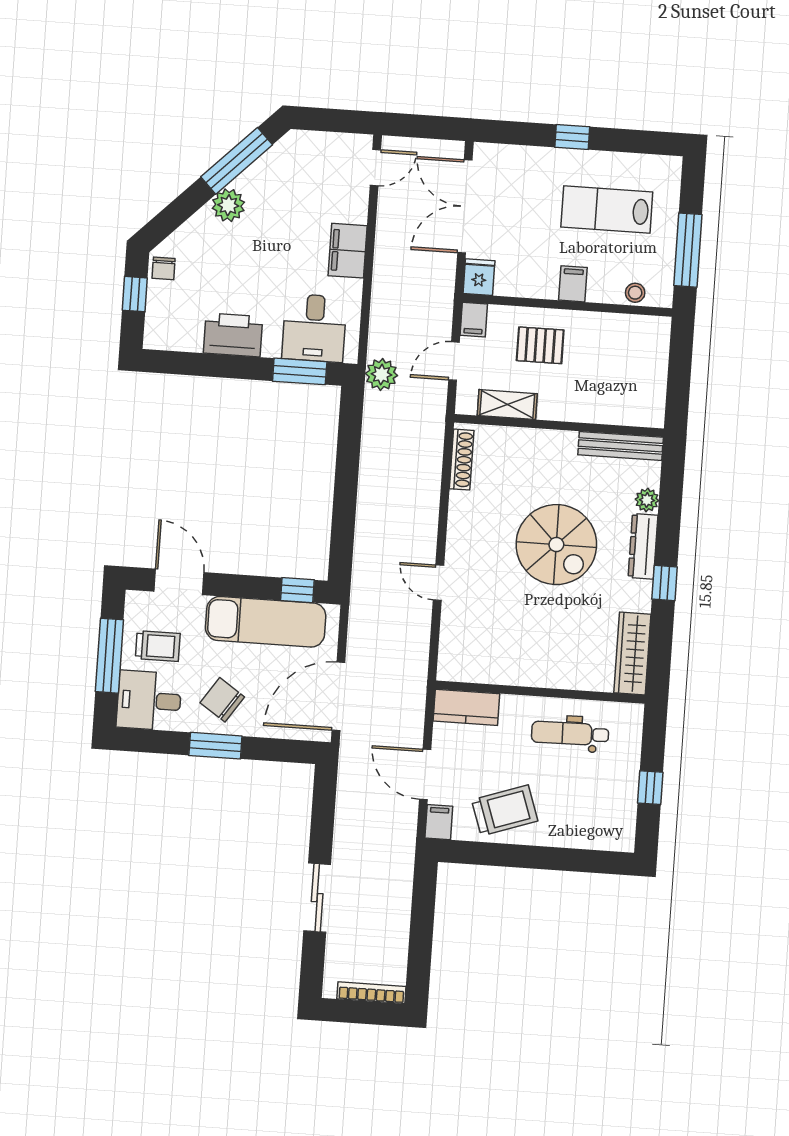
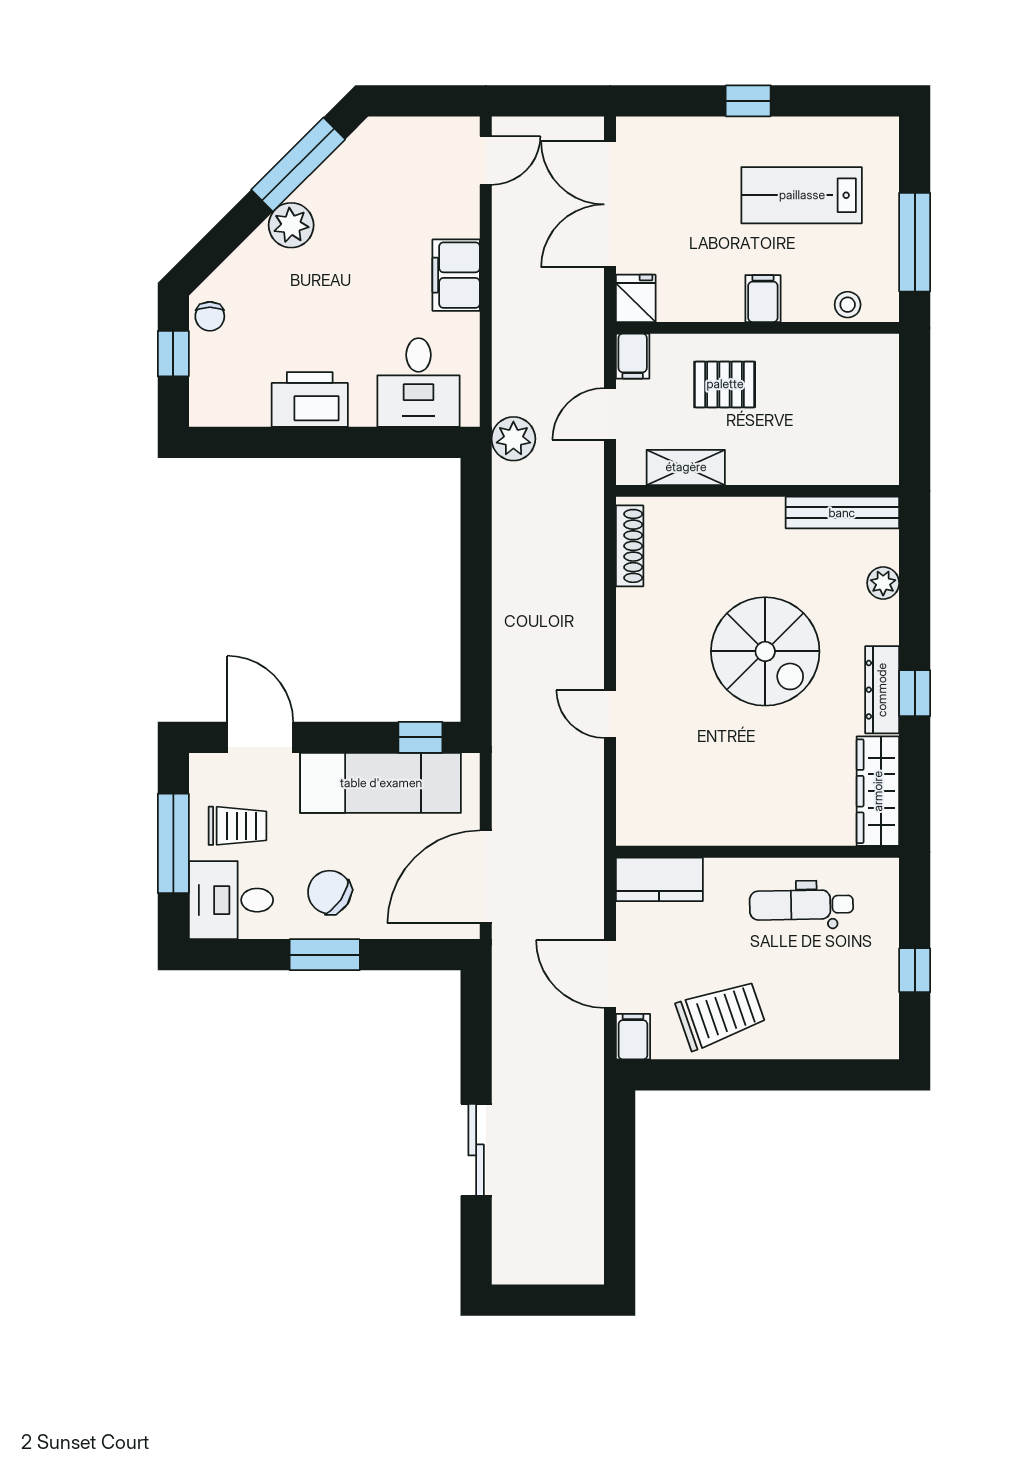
window: (300, 371) -> (403, 442), removed
dresser: (643, 546) -> (882, 690), moved
bookcase: (371, 993) -> (558, 1273), removed

